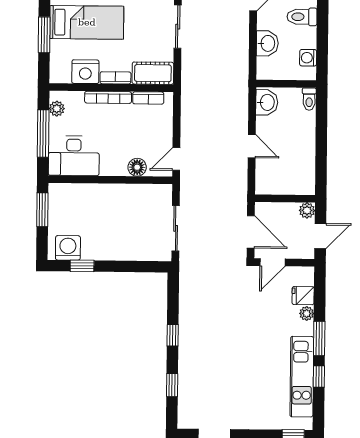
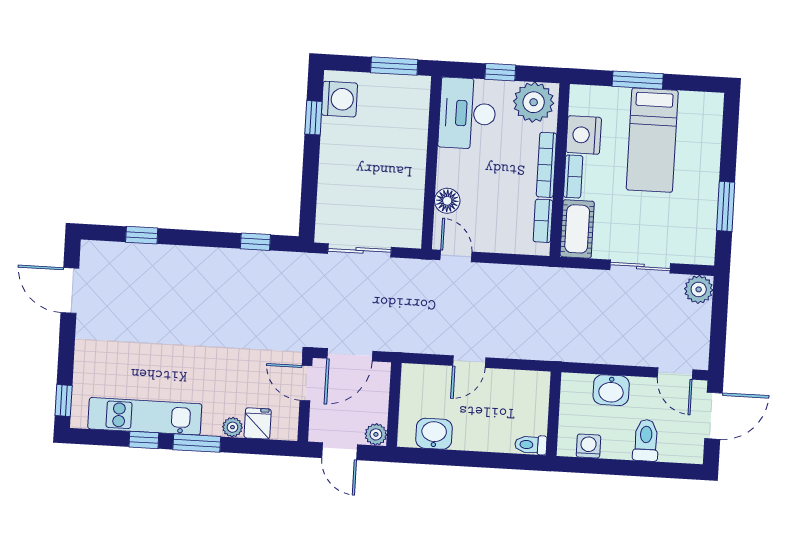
washbasin: (267, 102) -> (434, 434), moved, turned 180
plant: (57, 109) -> (534, 102), width x1.87, depth x1.87
window: (43, 134) -> (500, 72), width x0.46
window: (173, 335) -> (255, 242), moved

